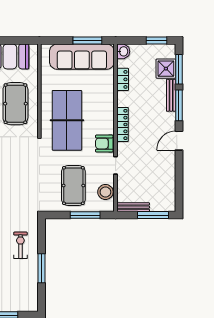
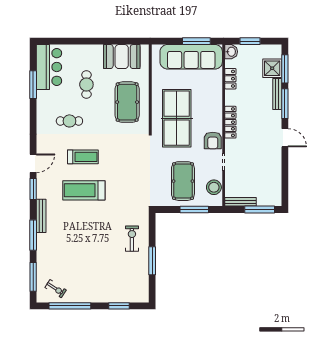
window: (156, 40) -> (250, 41), moved
door: (179, 141) -> (285, 138), swing flipped
armchair: (104, 144) -> (213, 141), turned -90

